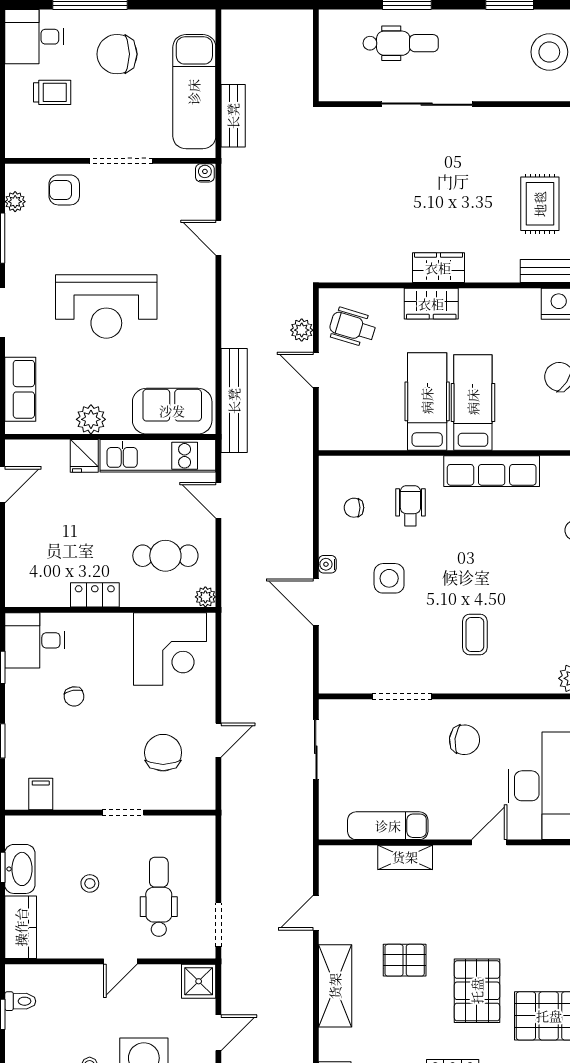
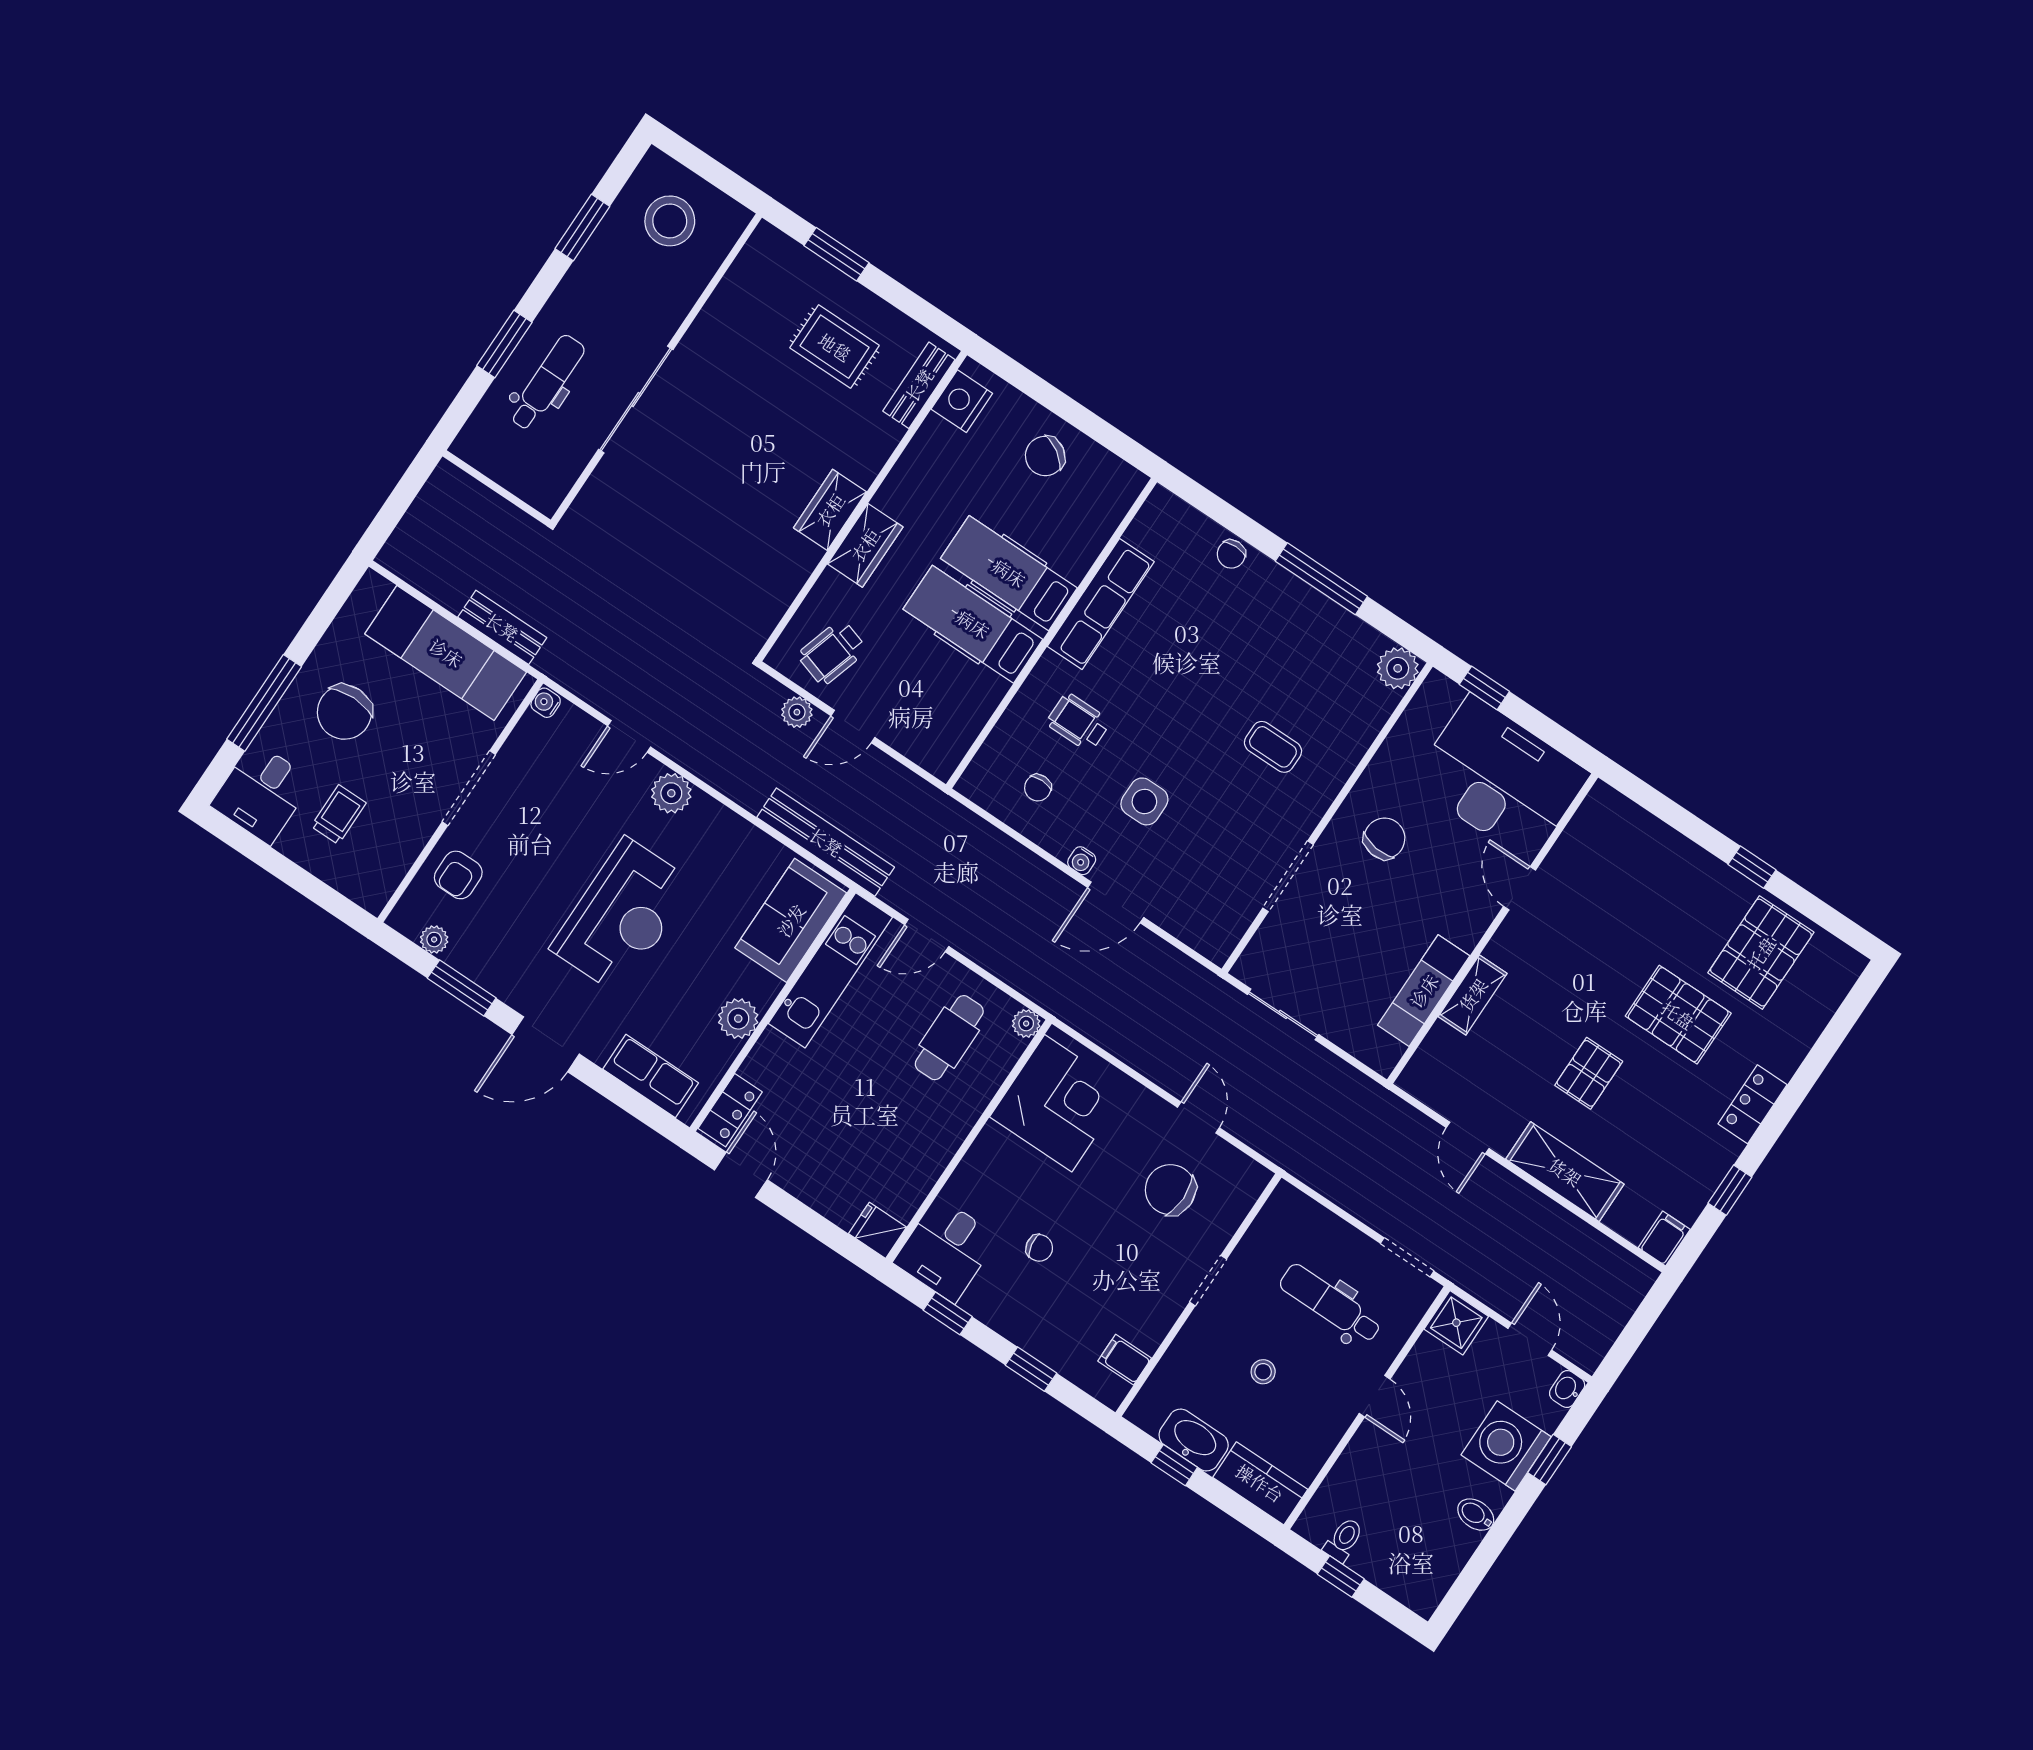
plant: (201, 287) -> (671, 793), added
fridge: (84, 456) -> (877, 1230), moved, turned 180
locker: (95, 595) -> (730, 1110), moved, turned 180

